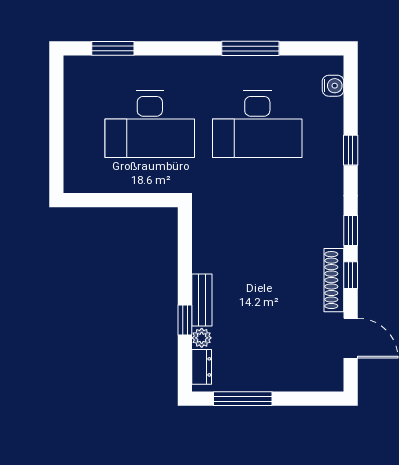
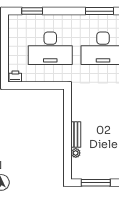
printer: (79, 182) -> (15, 76), added
window: (185, 320) -> (67, 144), removed
dresser: (202, 367) -> (76, 167), removed

